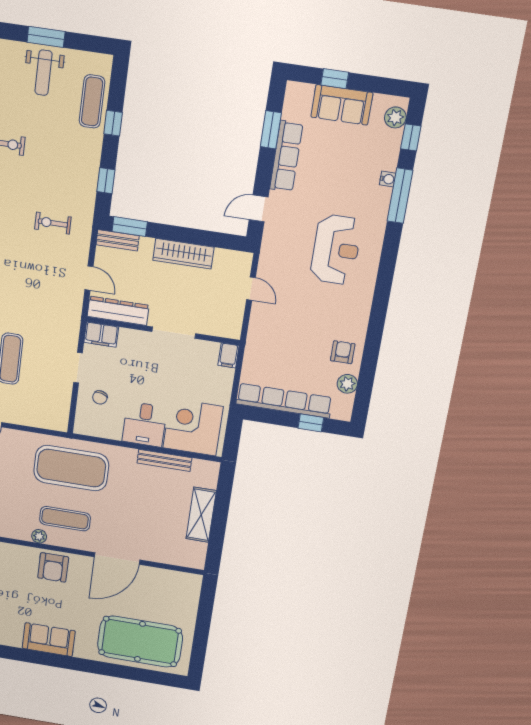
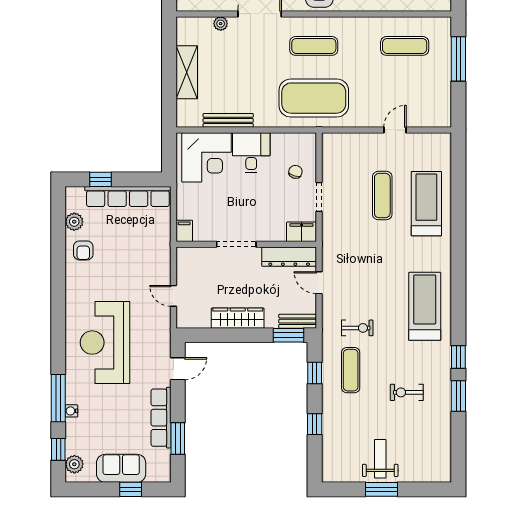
exercise mat: (92, 101) -> (351, 370), moved
reception desk: (336, 250) -> (105, 343), width x1.36, depth x1.30
plant: (39, 536) -> (221, 24), moved

